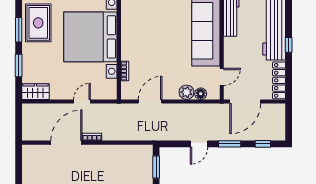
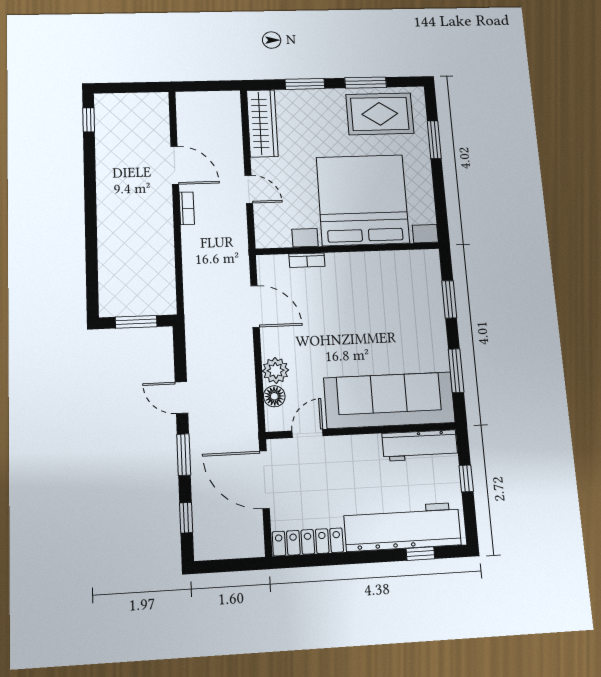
window: (289, 45) -> (420, 554), moved
door: (222, 77) -> (308, 433), swing flipped
wardrobe: (35, 92) -> (262, 123), width x1.50
door: (66, 143) -> (175, 165), width x0.73

